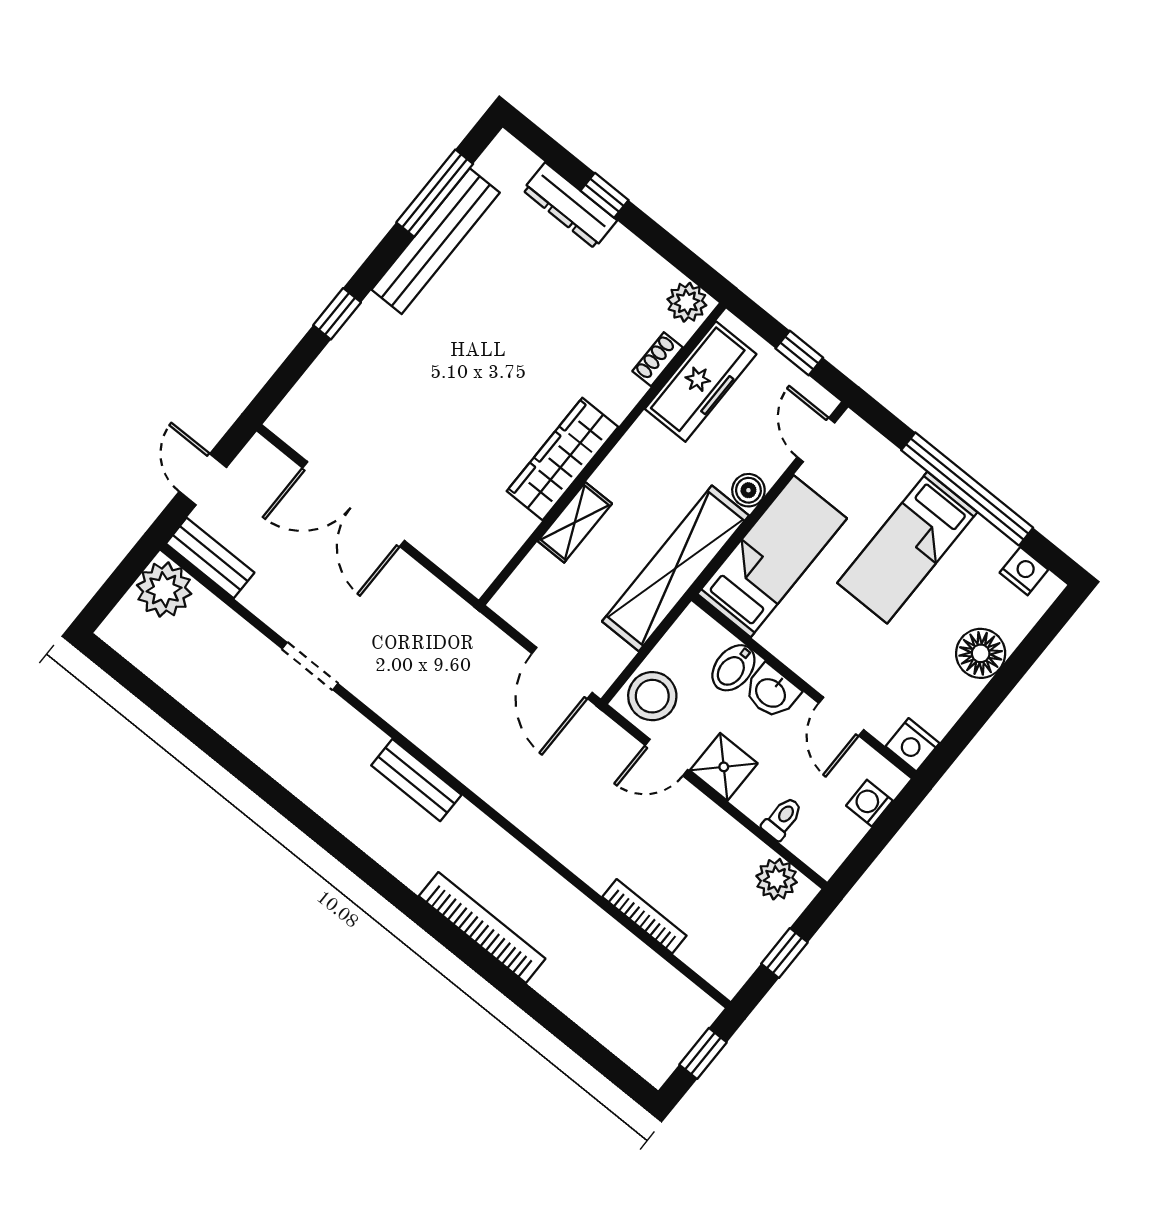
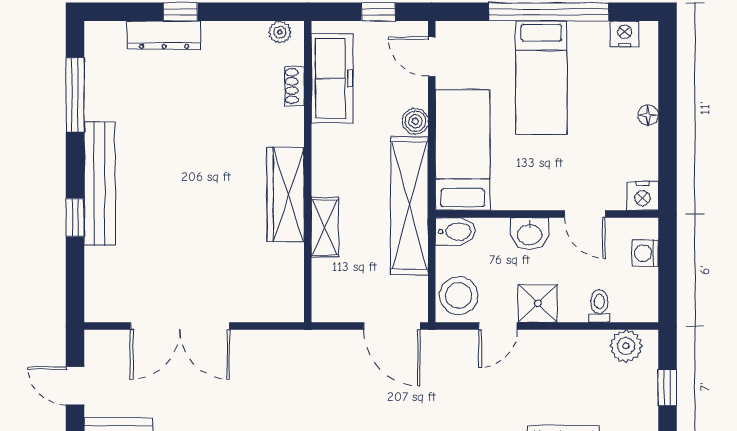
bench: (436, 241) -> (100, 183), moved
plant: (687, 302) -> (280, 32), width x0.73, depth x0.73
floor lamp: (981, 653) -> (648, 115), width x0.53, depth x0.53
bidet: (733, 668) -> (455, 232), moved, turned -90

